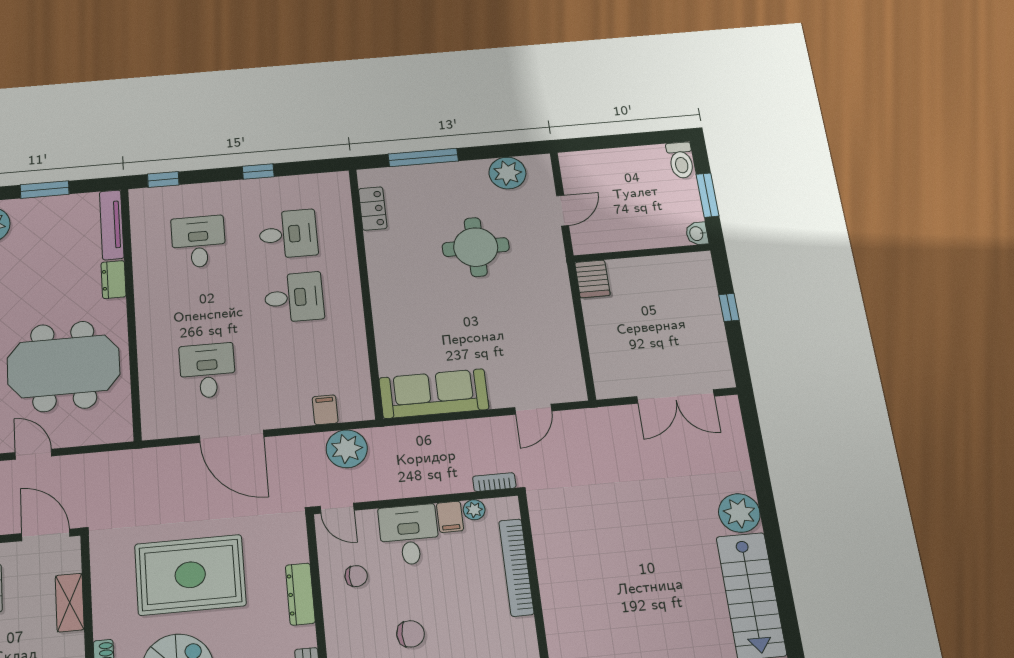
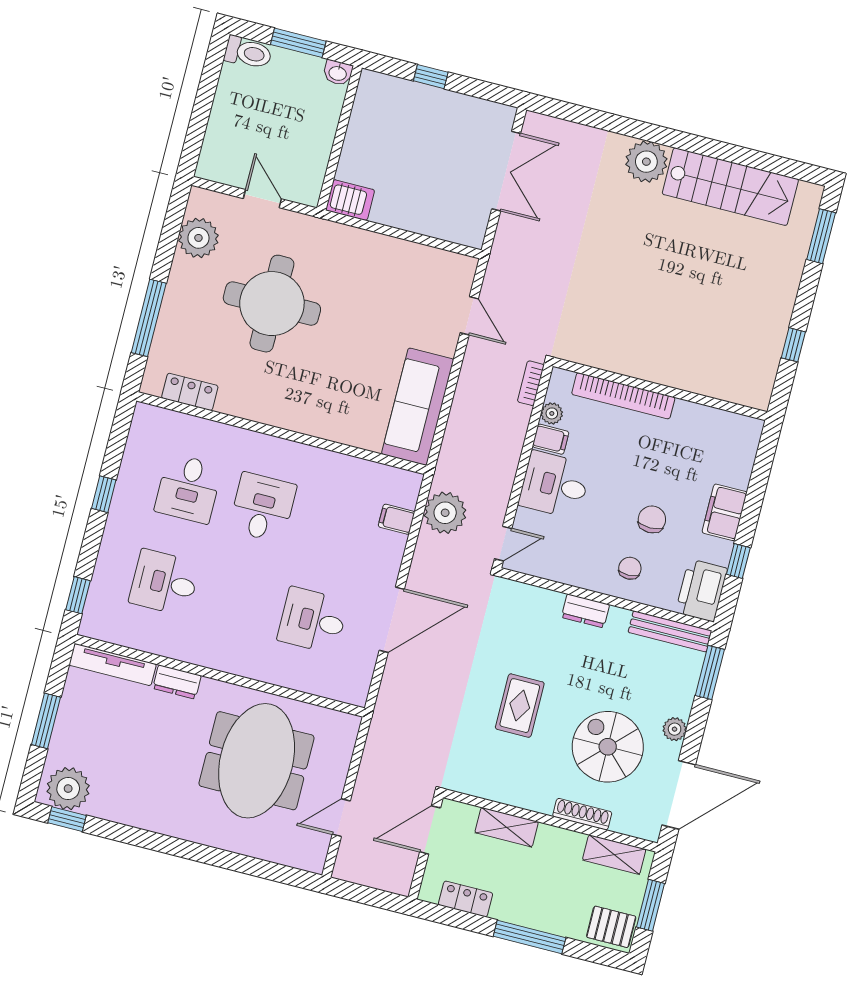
desk: (288, 234) -> (188, 489), turned 180
round table: (476, 247) -> (272, 304), width x1.36, depth x1.36
rug: (190, 575) -> (520, 706), width x0.54, depth x0.49
chair: (356, 576) -> (630, 568), moved
dresser: (300, 594) -> (585, 611), width x0.70

